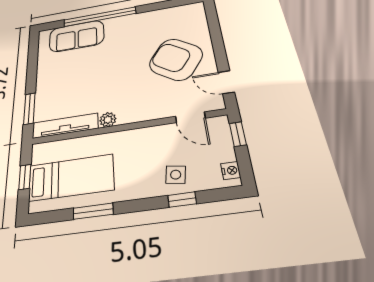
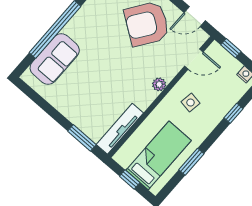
plant: (108, 120) -> (159, 84), moved
side table: (176, 175) -> (190, 103), moved

